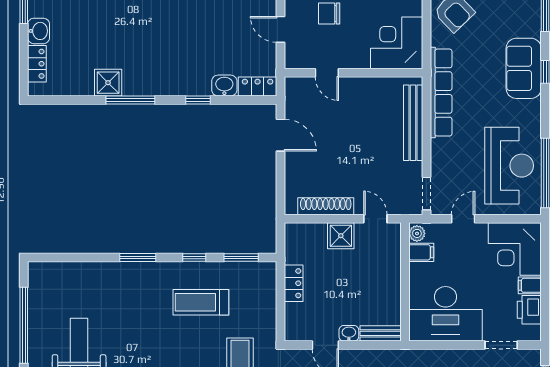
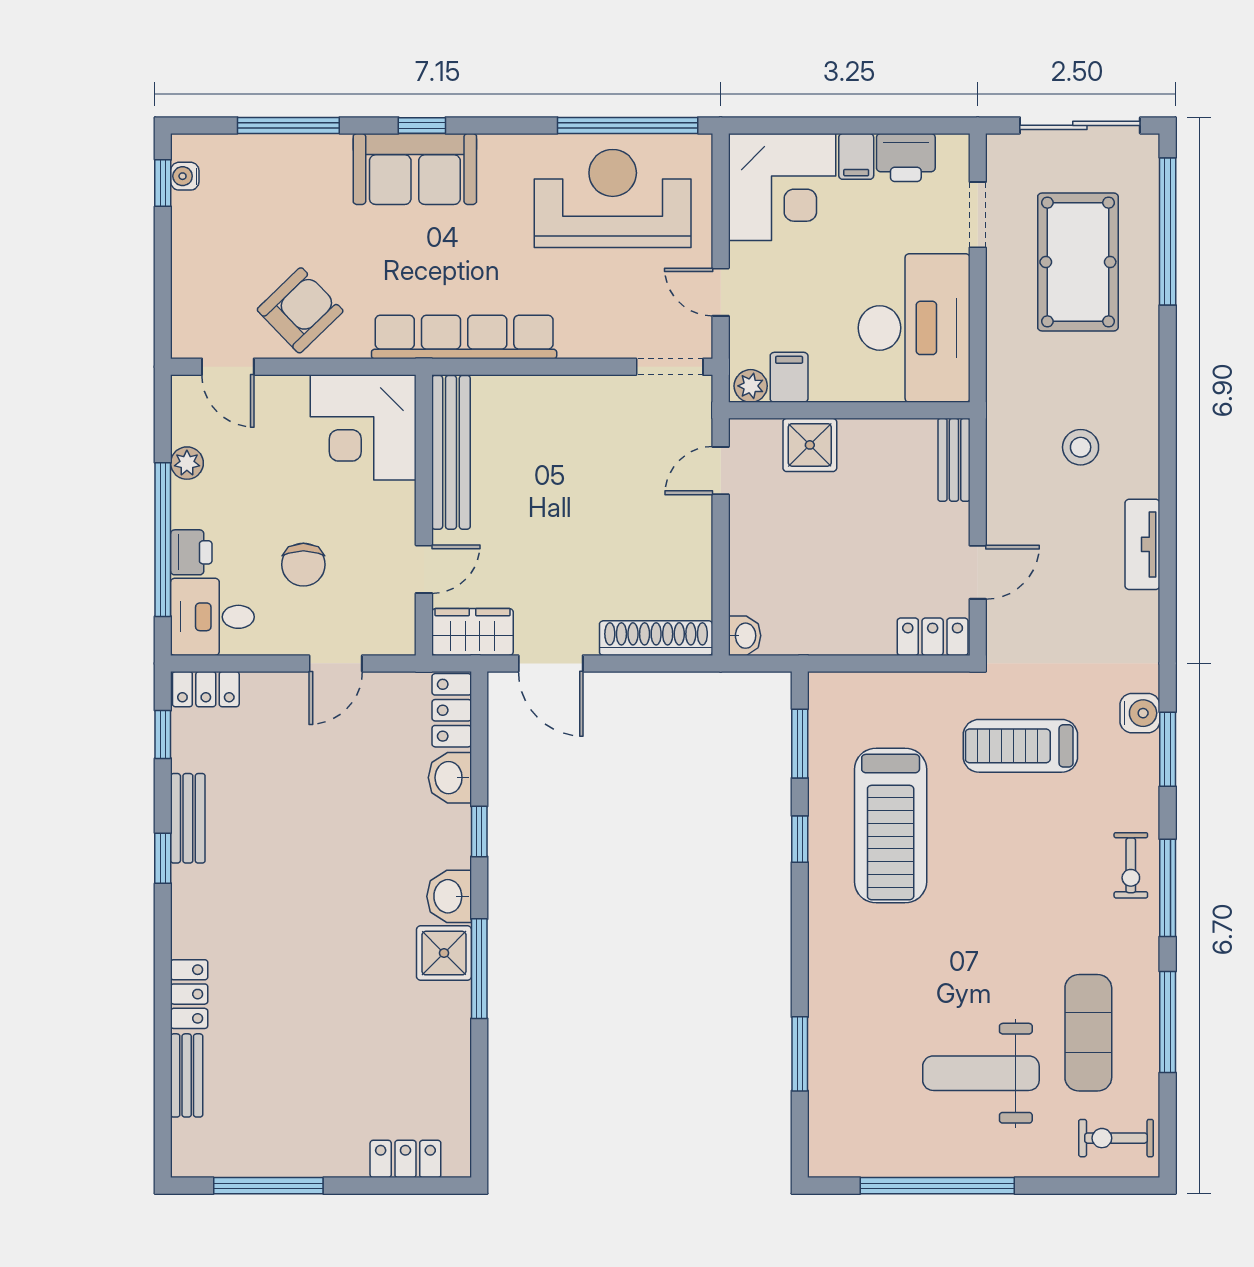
washbasin: (39, 31) -> (449, 896), moved, turned -90
shower: (108, 83) -> (444, 953), moved
wardrobe: (296, 97) -> (473, 632), added
bench: (413, 123) -> (451, 452), moved, turned 90
door: (281, 135) -> (551, 663), swing flipped
shoe rack: (326, 206) -> (656, 638), moved, turned 90
shower: (341, 236) -> (810, 445), moved
window: (138, 258) -> (800, 1054), moved
locker: (294, 283) -> (933, 637), moved
treadmill: (201, 302) -> (891, 825), width x1.37, depth x1.38
washbasin: (349, 333) -> (745, 636), moved, turned 180

